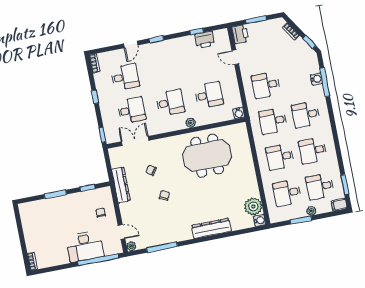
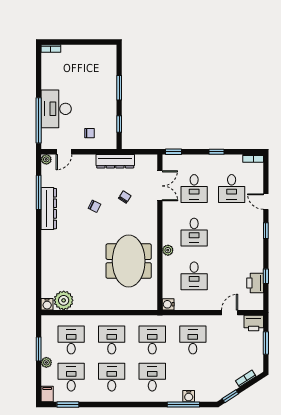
dresser: (211, 228) -> (49, 209), moved

